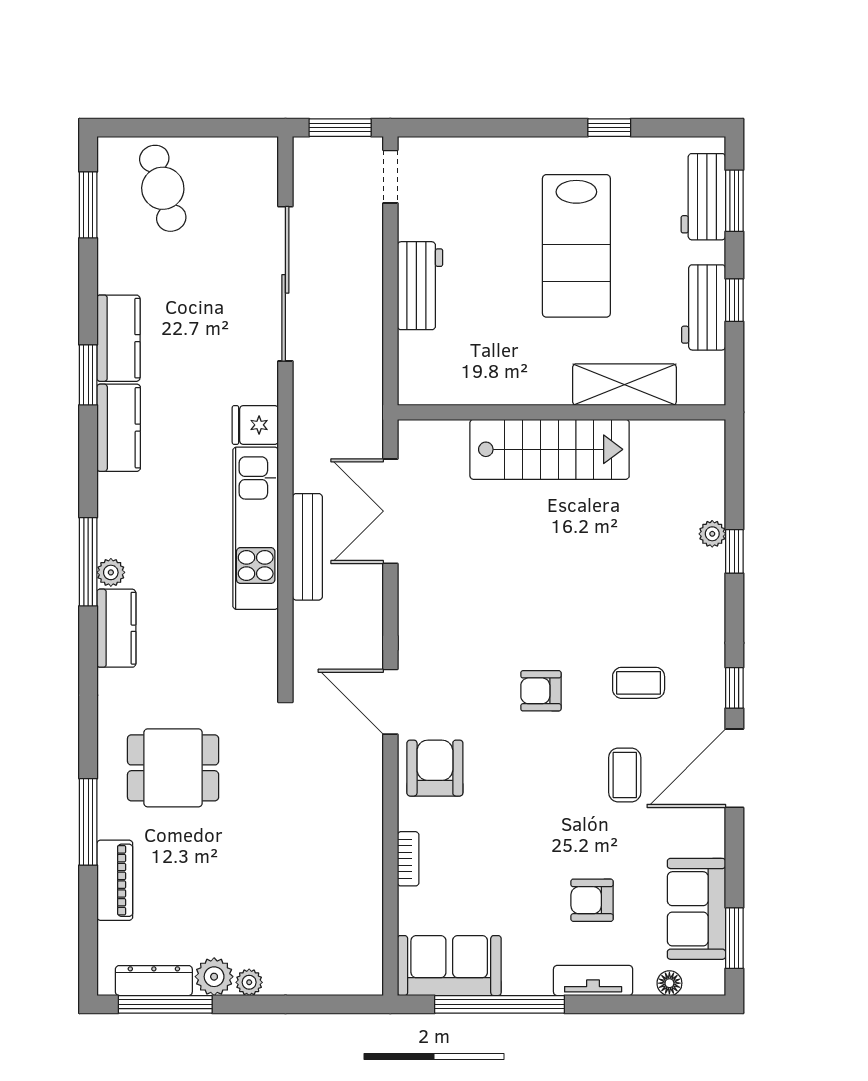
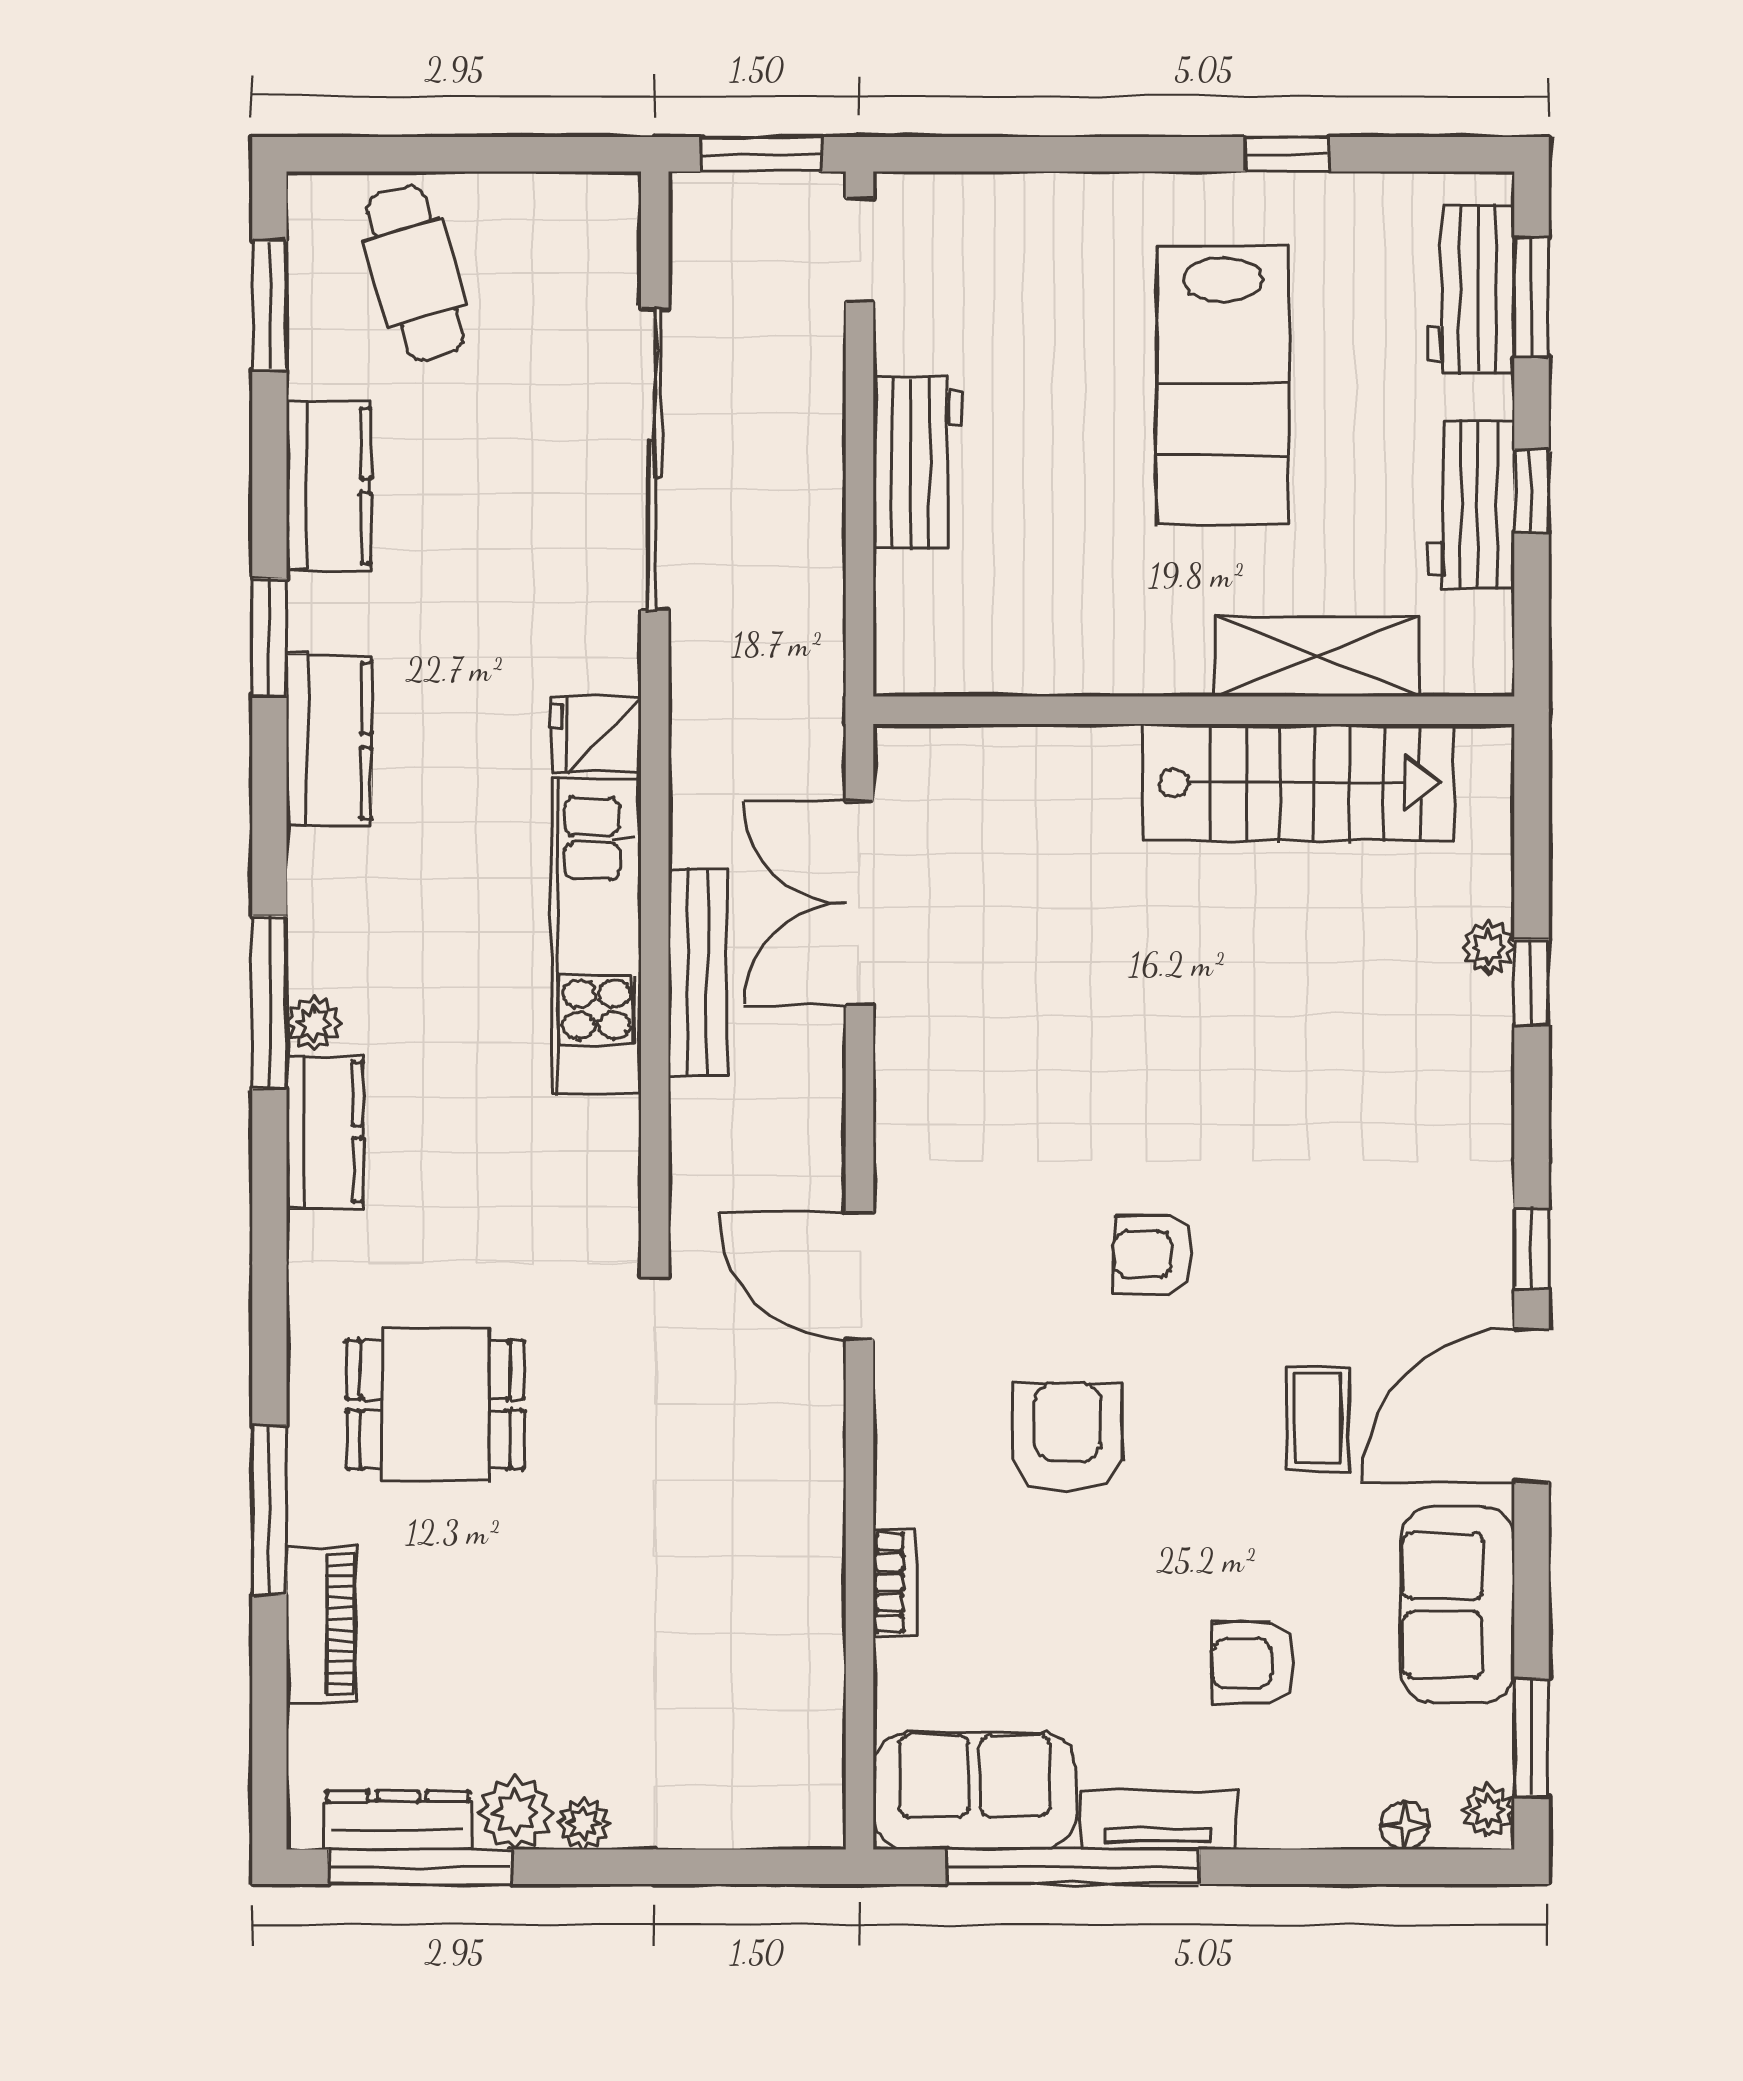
kitchen counter: (118, 338) -> (329, 486), moved
stairs: (550, 449) -> (1298, 783), moved
coffee table: (639, 683) -> (1344, 1239), removed
armchair: (435, 768) -> (1067, 1437), moved
sofa: (696, 909) -> (1458, 1605), moved
plant: (712, 976) -> (1488, 1810), added
tv unit: (593, 980) -> (1159, 1820), moved

